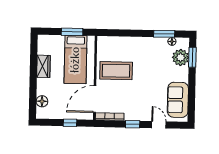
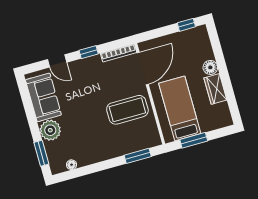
window: (164, 34) -> (138, 156), moved
plant: (181, 57) -> (50, 130), moved
floor lamp: (42, 101) -> (210, 67), moved
window: (70, 123) -> (186, 25), moved

